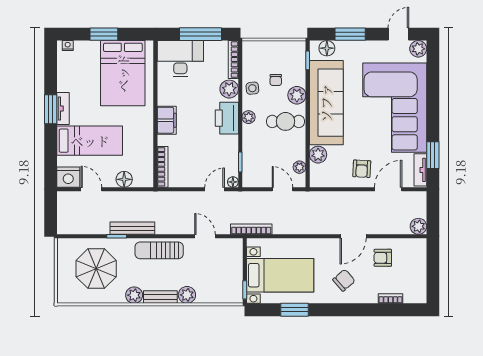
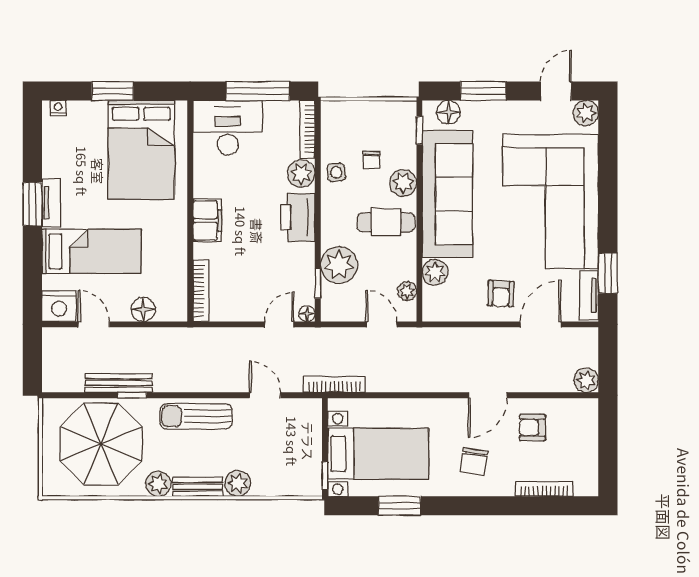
plant: (249, 117) -> (339, 265), moved, width x1.87, depth x1.87
bench: (132, 228) -> (119, 383), moved
parasol: (96, 269) -> (101, 444), width x1.36, depth x1.36
chair: (344, 280) -> (474, 461), turned 139
bookcase: (391, 299) -> (544, 489), width x1.56

